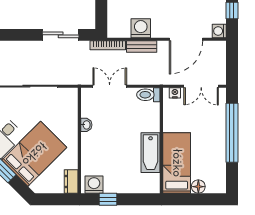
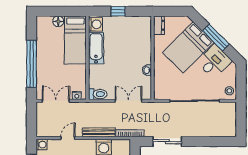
door: (186, 39) -> (68, 138), width x0.53
bench: (142, 47) -> (99, 132), width x1.36
double door: (110, 86) -> (128, 101), swing flipped
washing machine: (94, 185) -> (95, 24), moved, turned -90
window: (108, 199) -> (118, 11), moved

